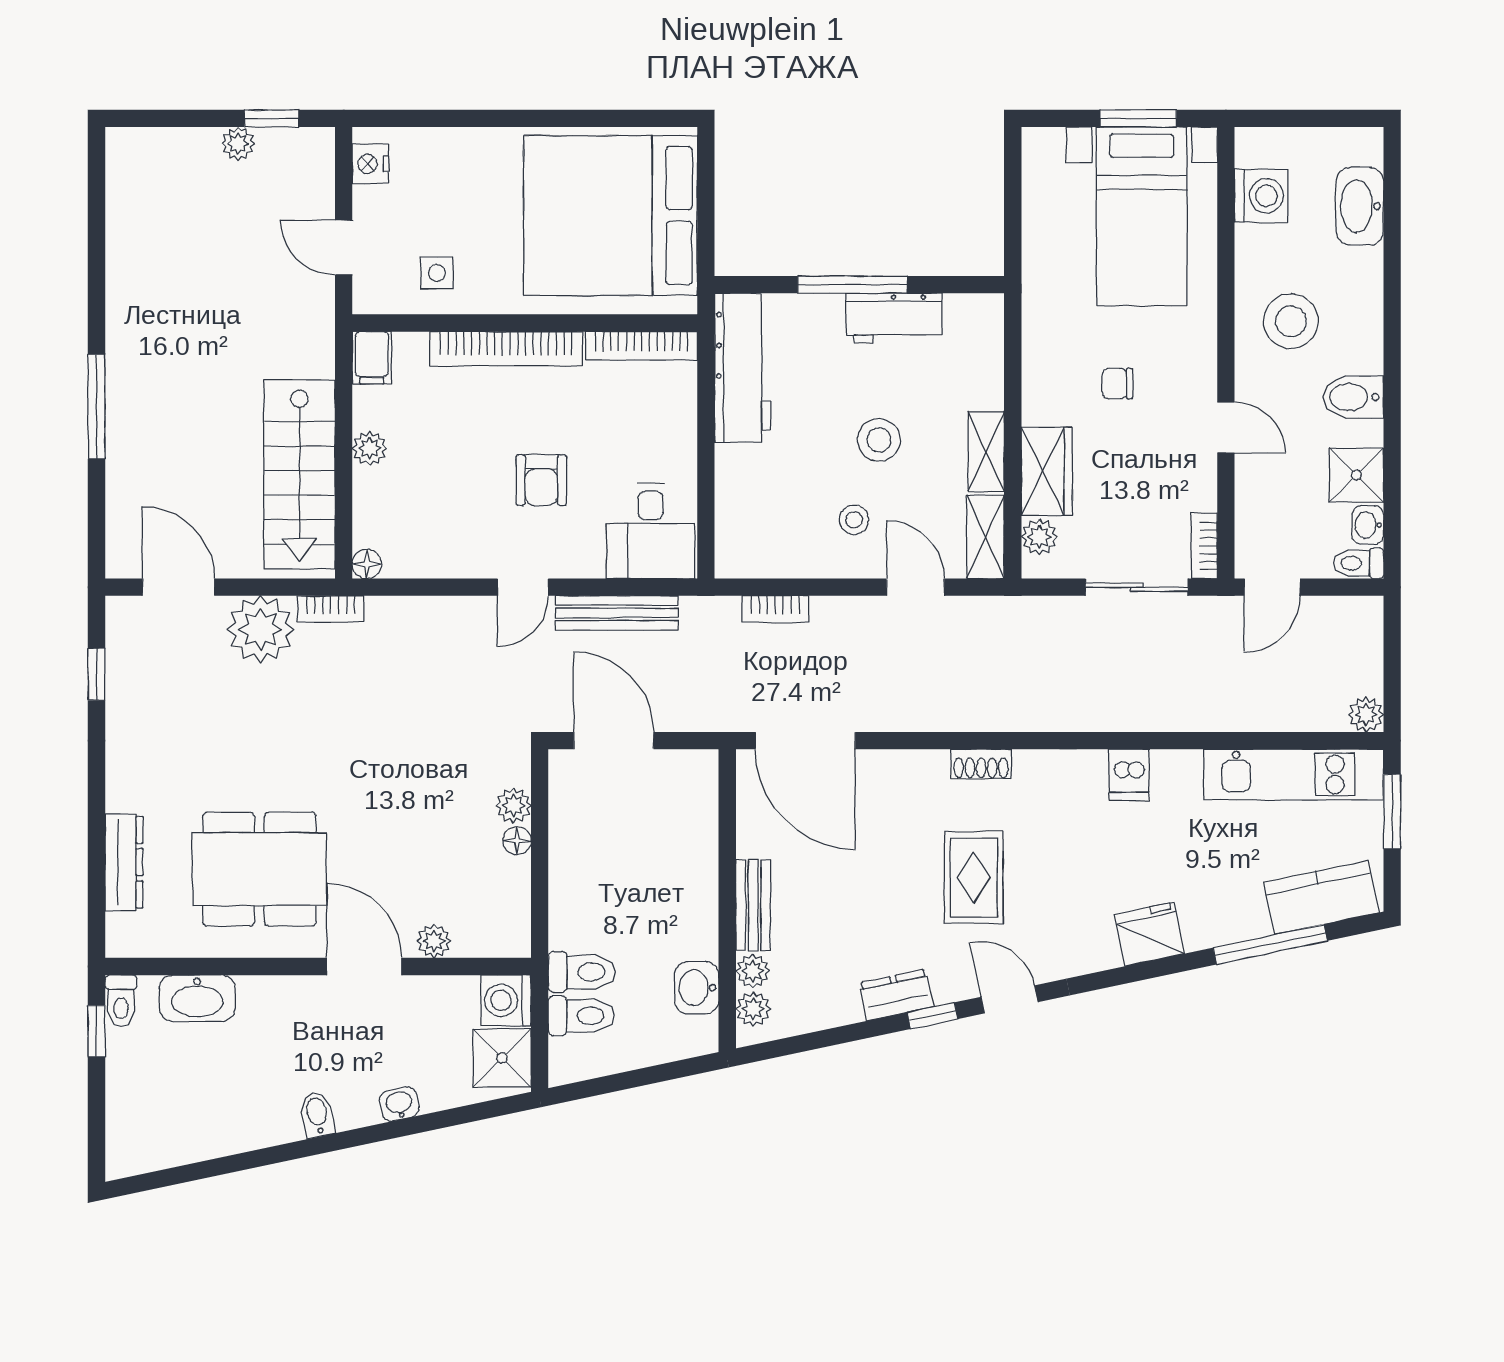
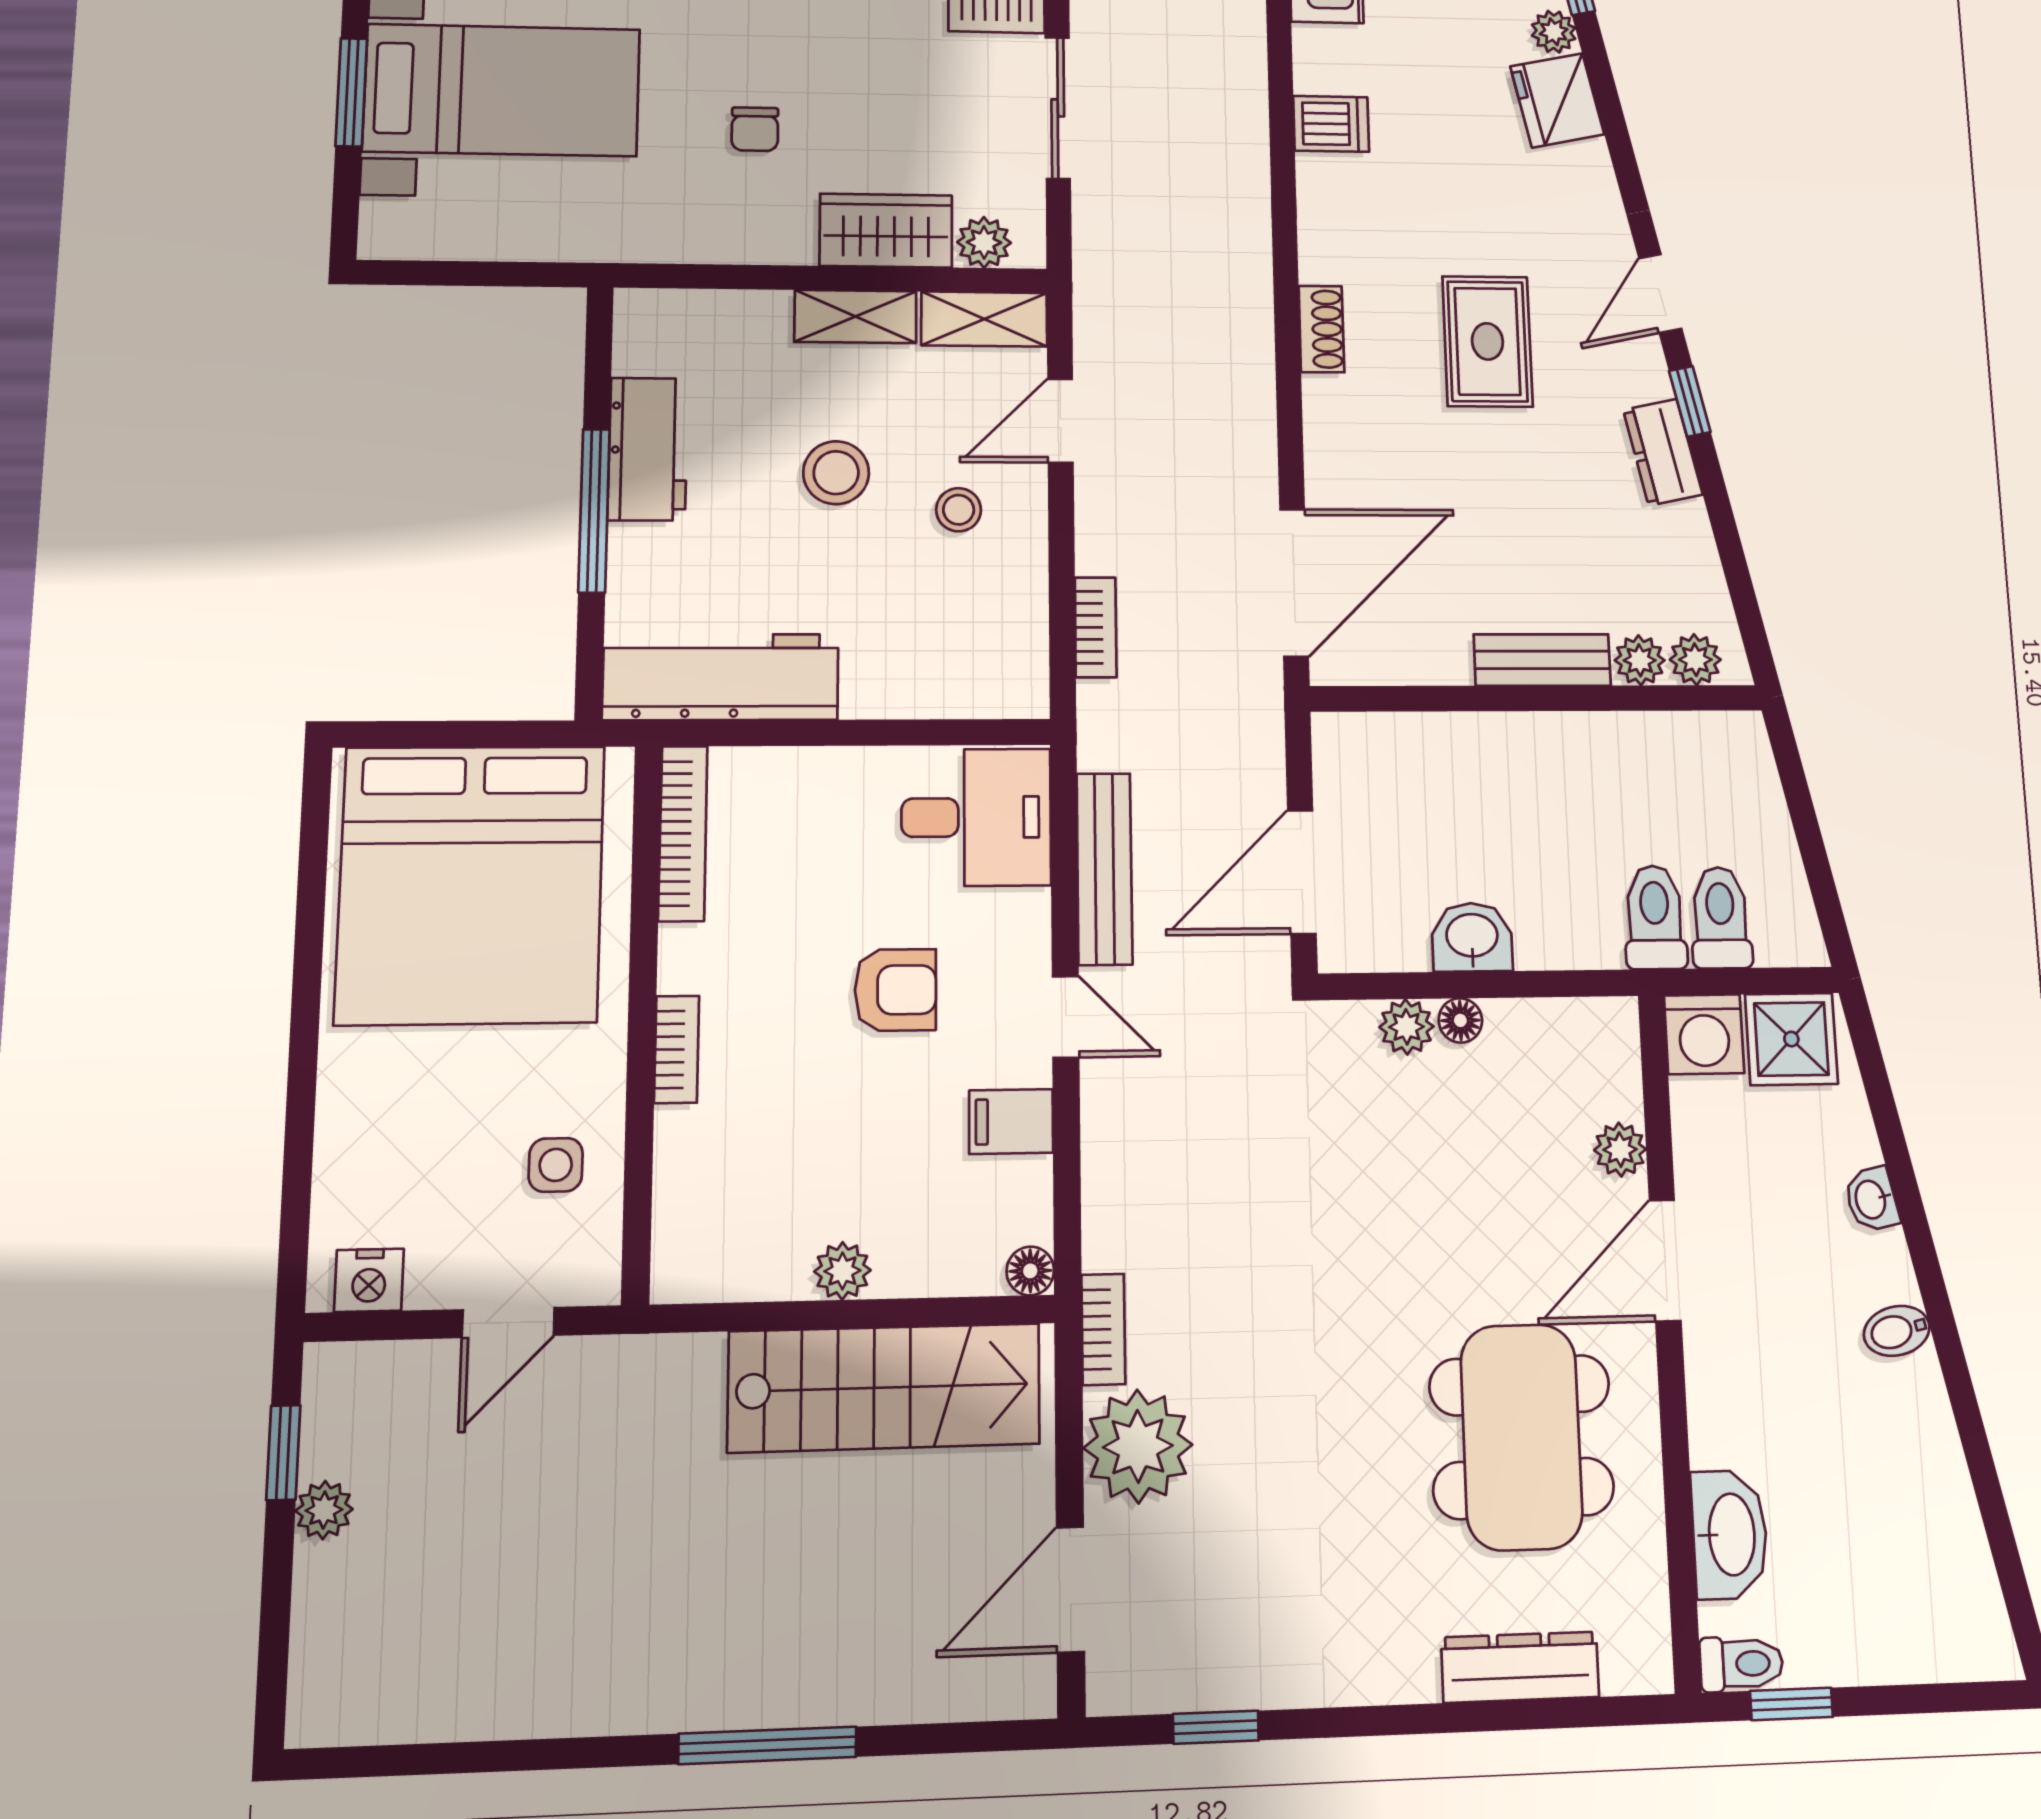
bookcase: (506, 349) -> (677, 1049), width x0.43, depth x0.76
filing cabinet: (372, 358) -> (1011, 1122), moved, turned 180
rug: (974, 878) -> (1487, 341), turned 90
plant: (1201, 934) -> (1554, 32), added
washbasin: (697, 988) -> (1472, 937), moved, turned 180

